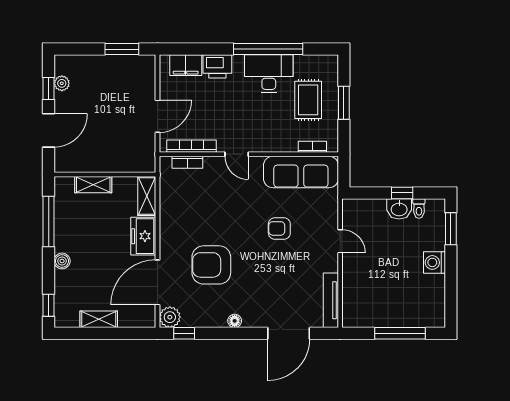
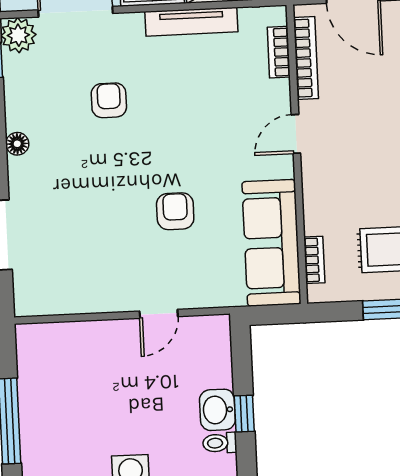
armchair: (211, 265) -> (109, 100), width x0.53, depth x0.53
tv unit: (331, 300) -> (191, 22), moved, turned 180

